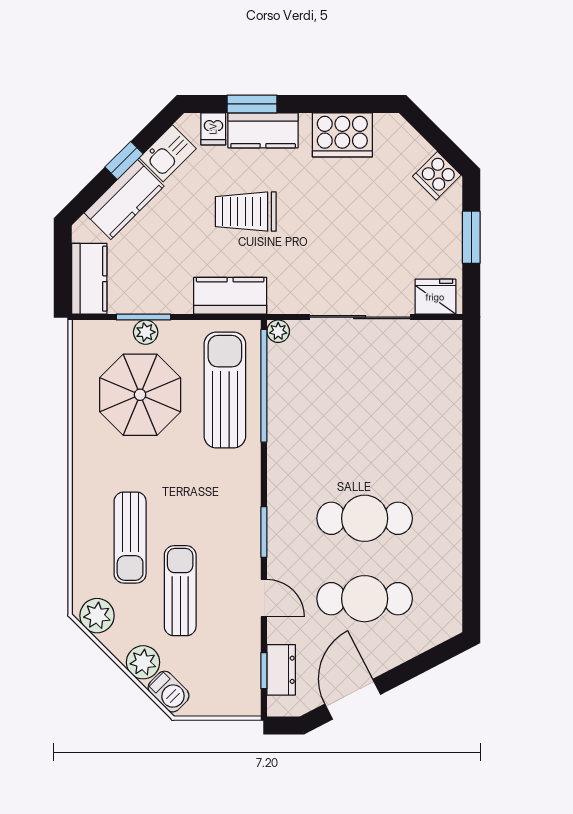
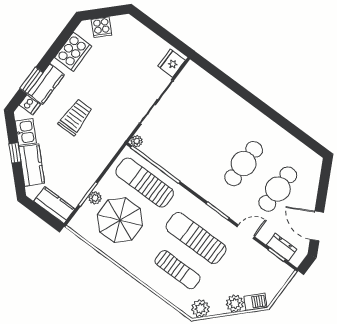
cooker: (437, 176) -> (101, 27), moved
trolley: (246, 212) -> (75, 117), turned 180
window: (471, 237) -> (158, 29), removed
kitchen counter: (230, 296) -> (106, 150), removed
sun lounger: (180, 591) -> (196, 238), moved, width x1.36, depth x1.34

